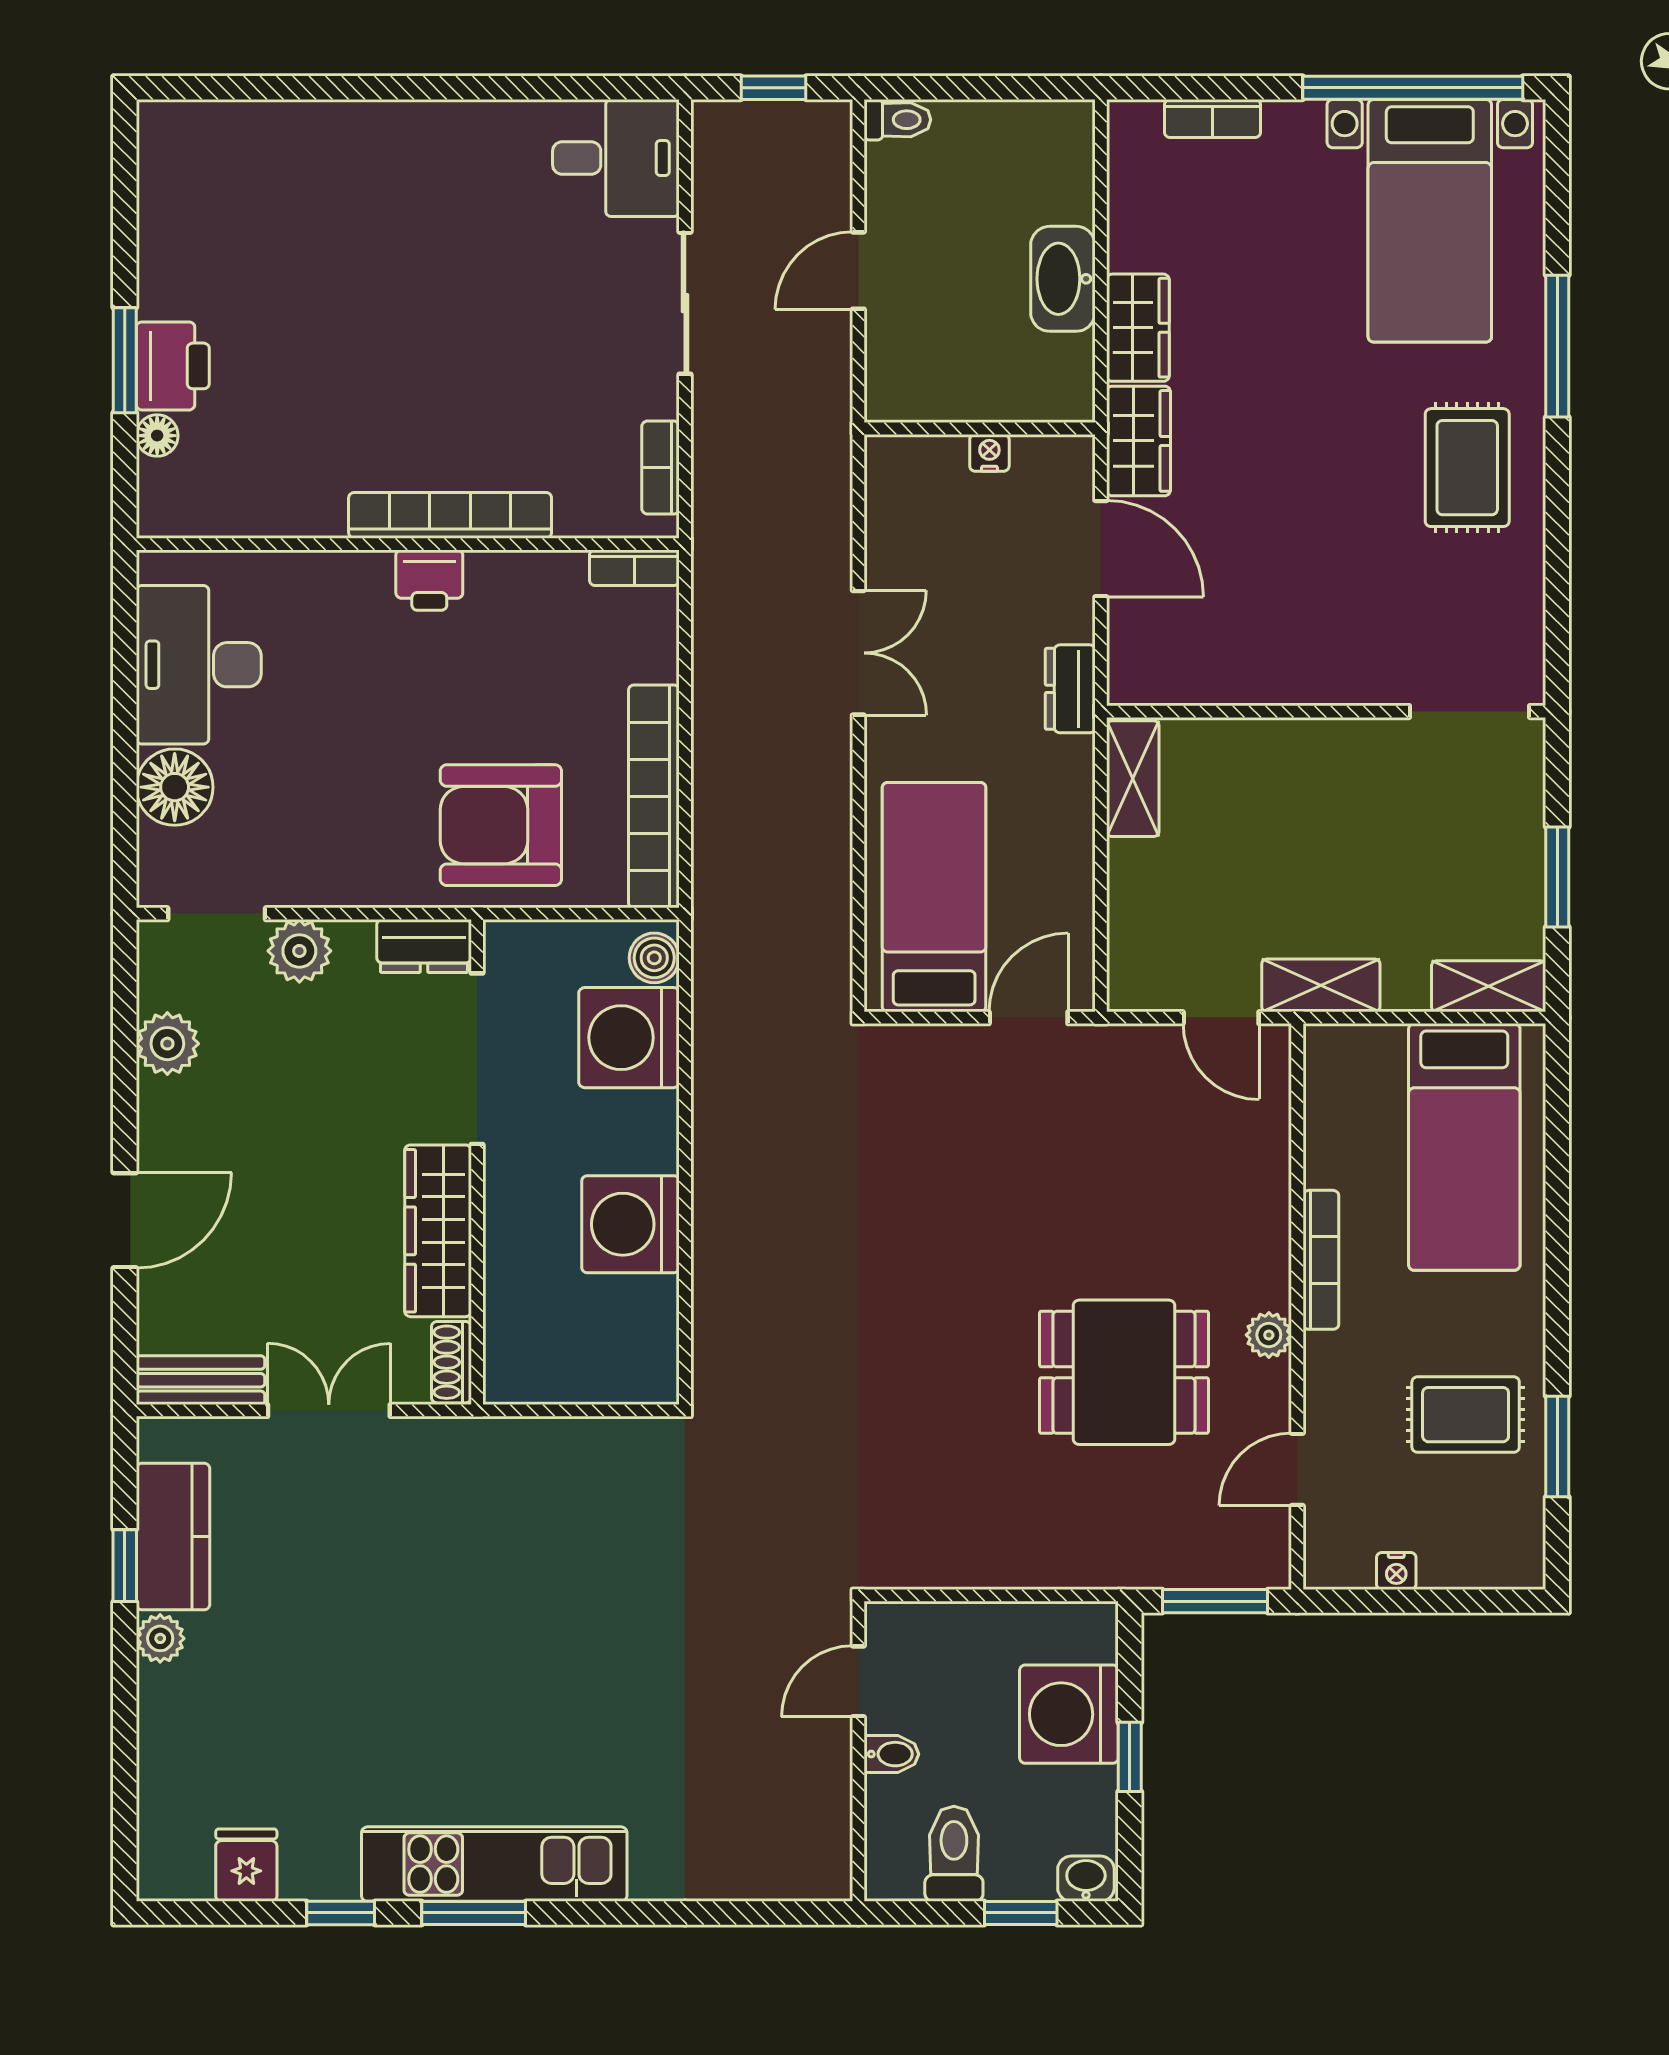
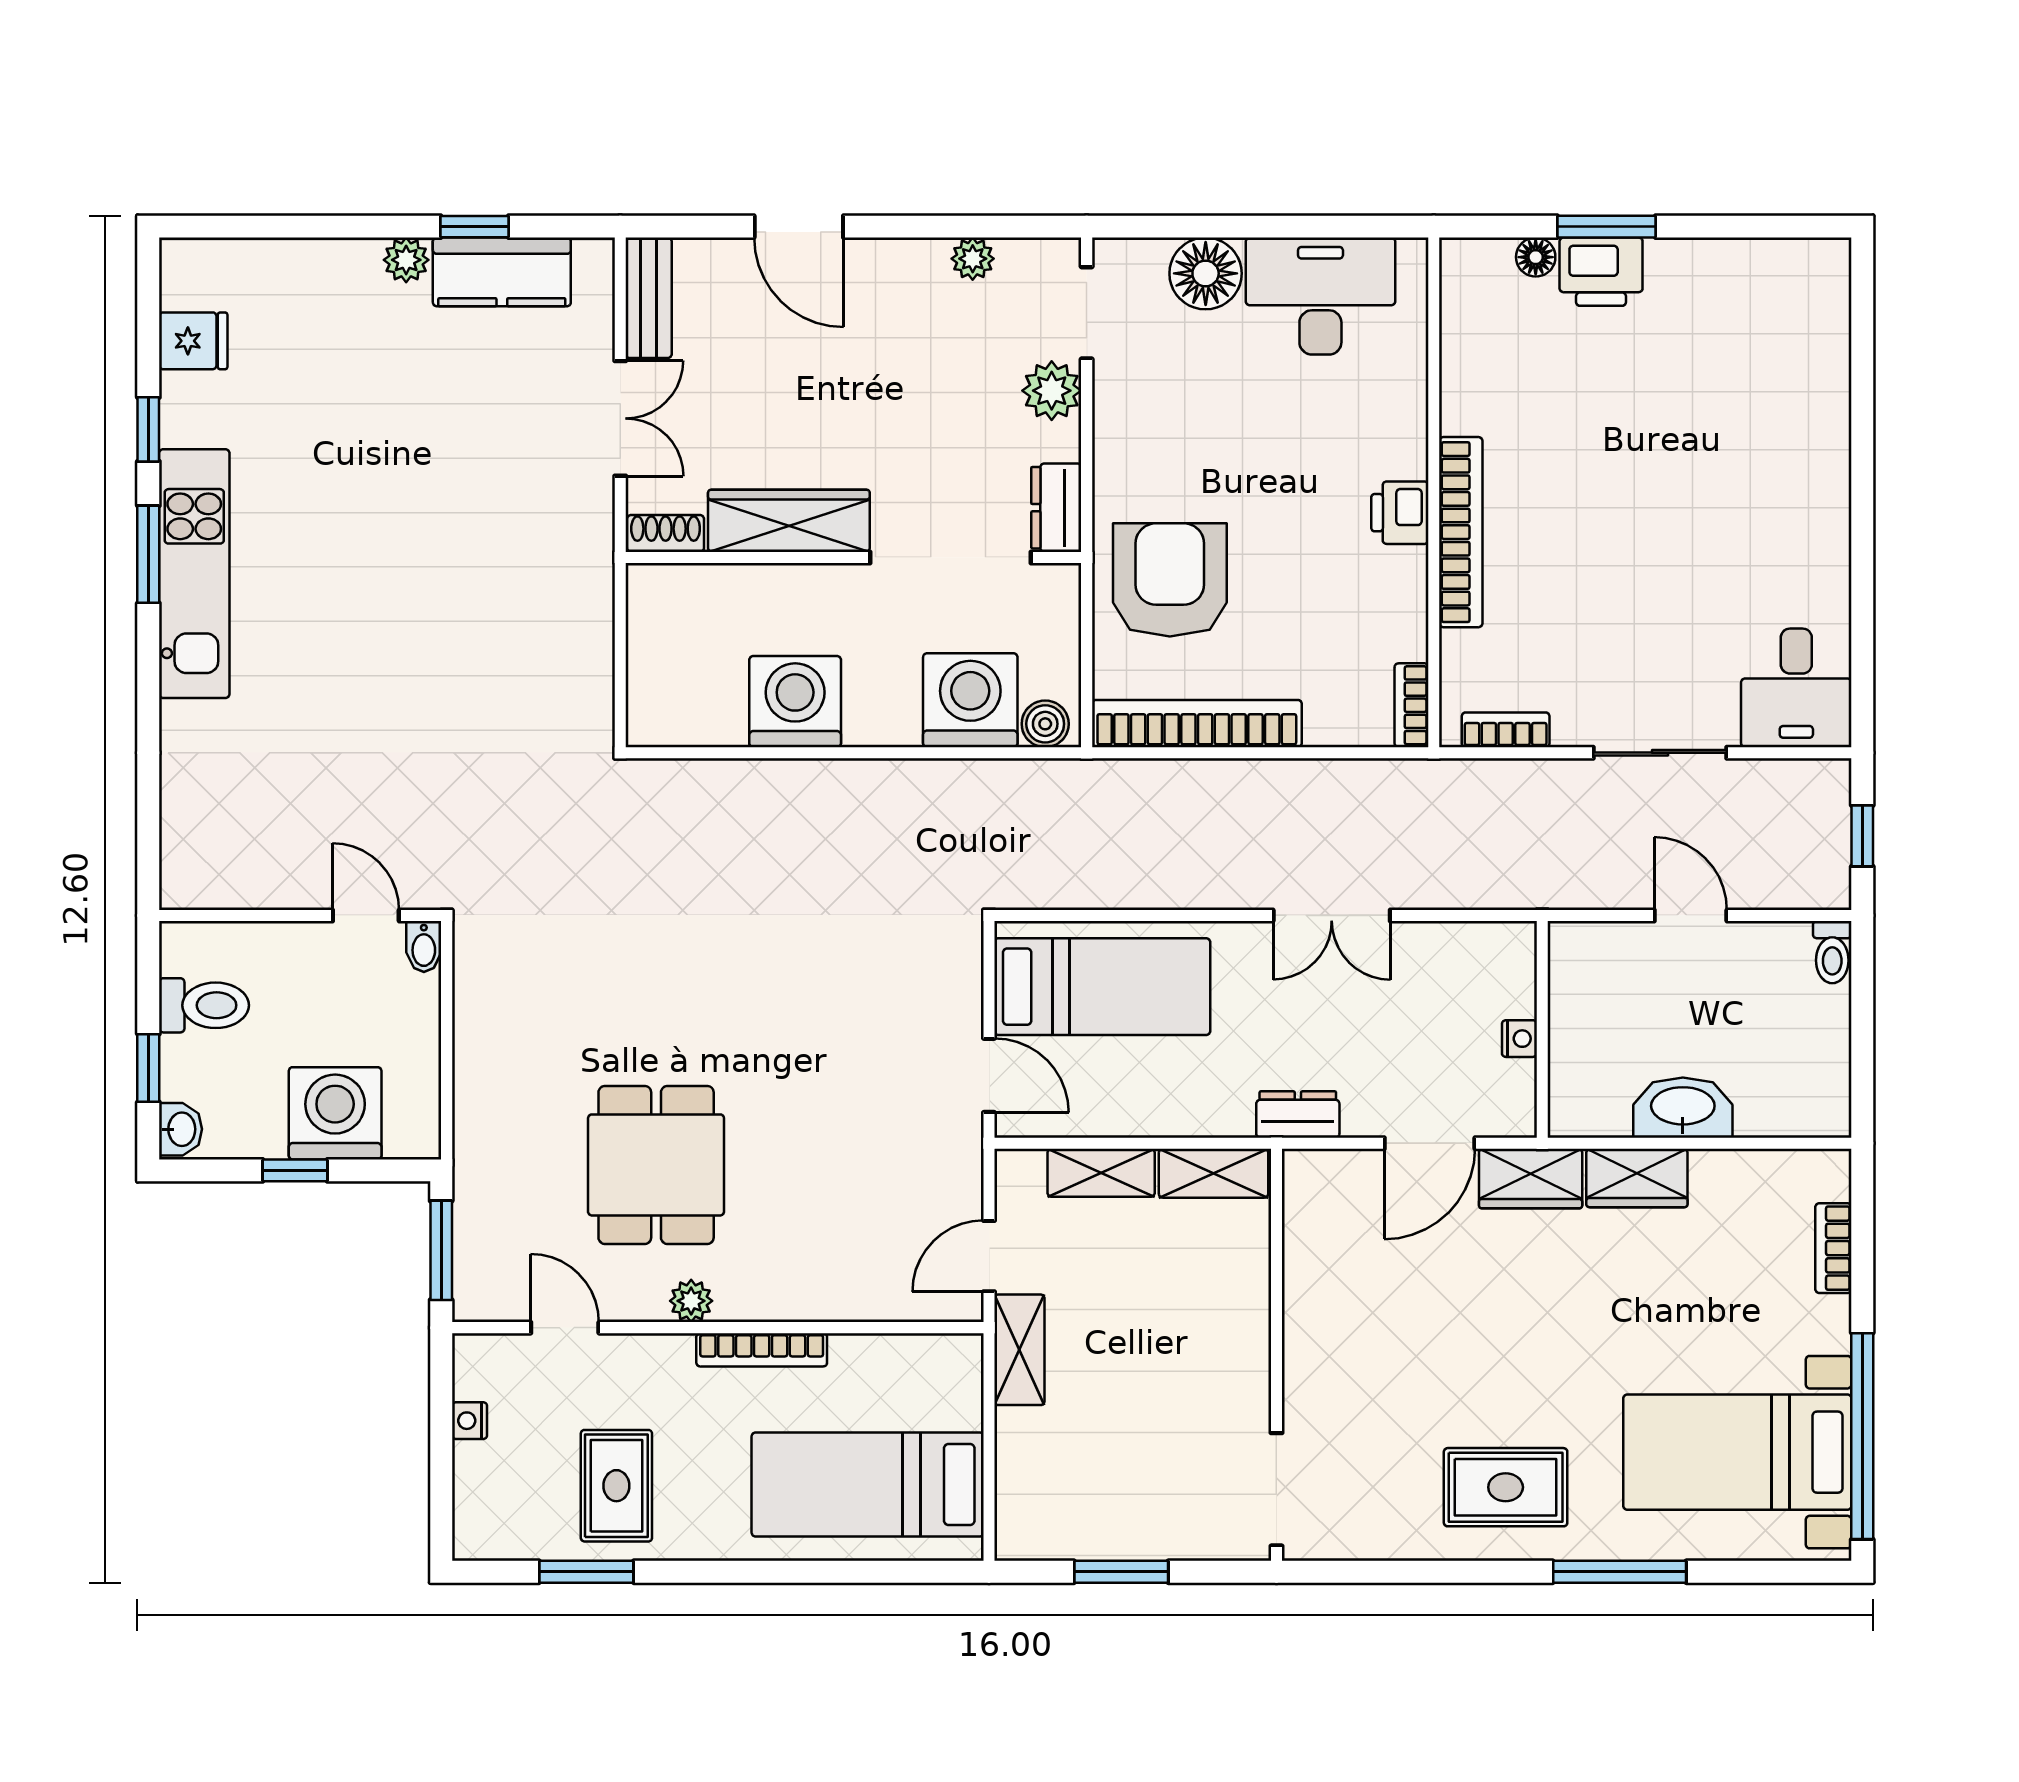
shelving: (1489, 986) -> (1101, 1173), moved, turned 90
plant: (167, 1044) -> (973, 259), width x0.73, depth x0.73
bidet: (891, 1754) -> (424, 947), moved

